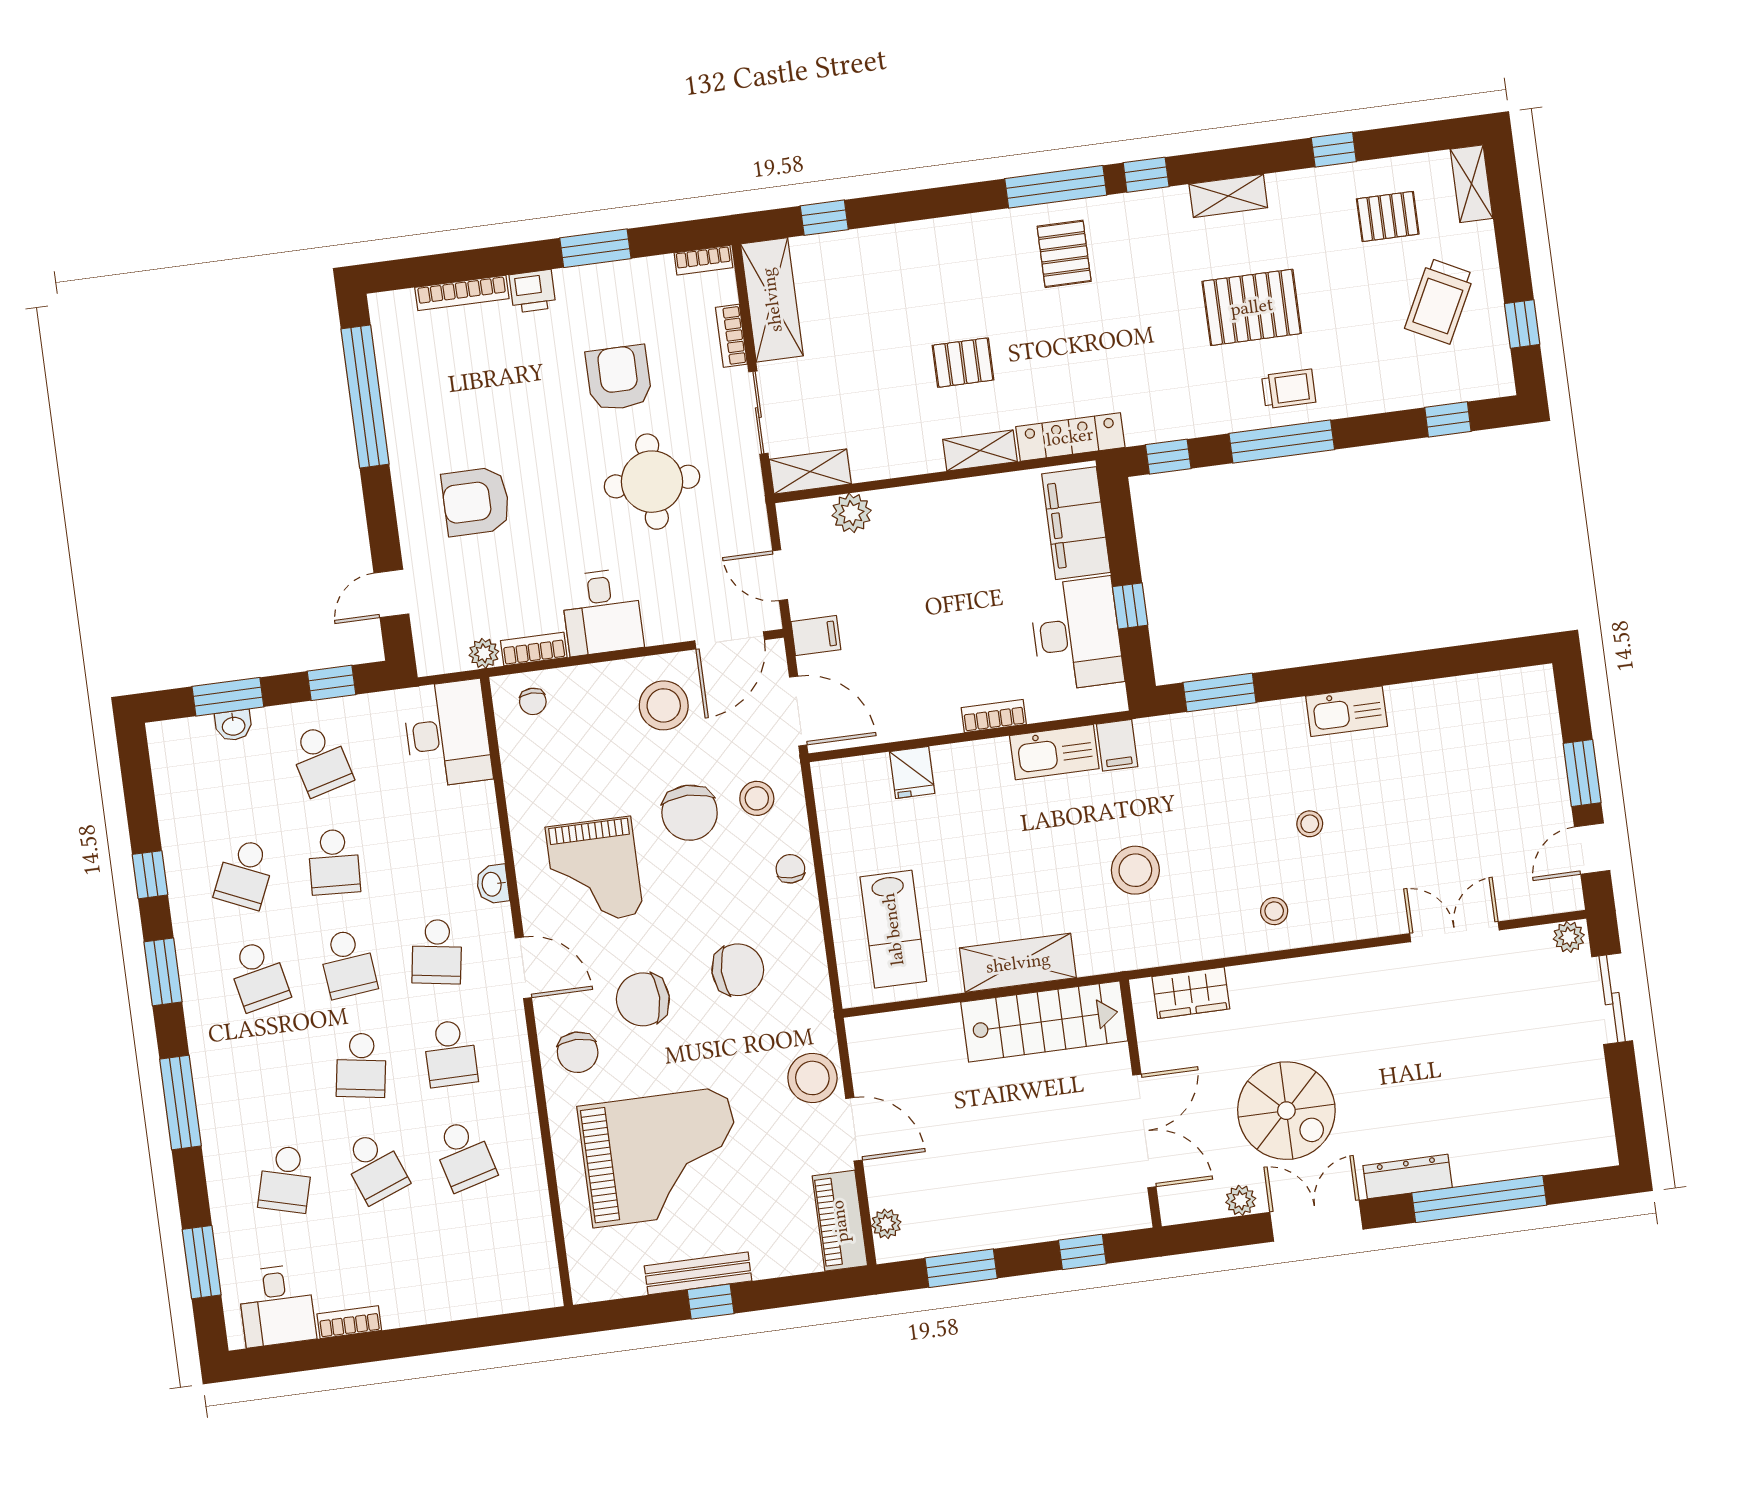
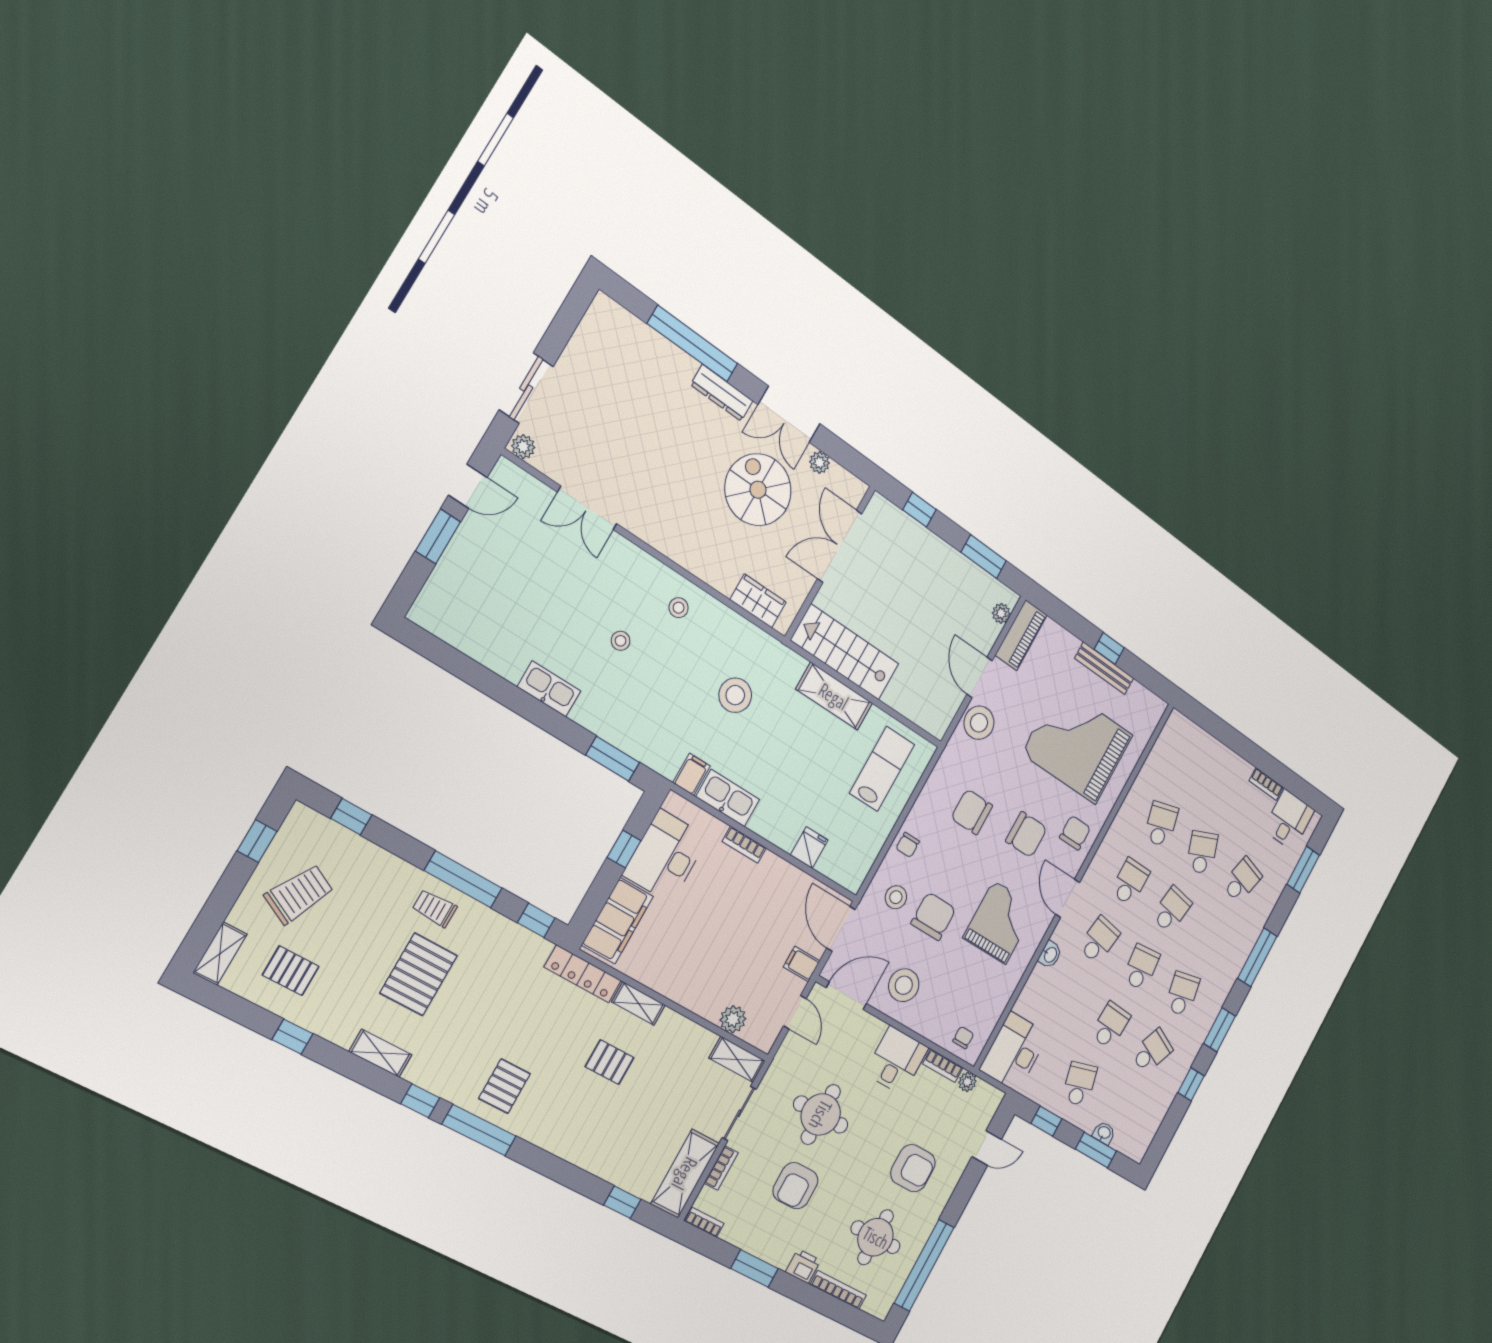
pallet: (1252, 307) -> (419, 974), turned 90
round table: (461, 387) -> (876, 1237), added

